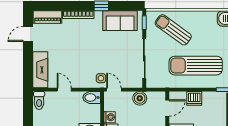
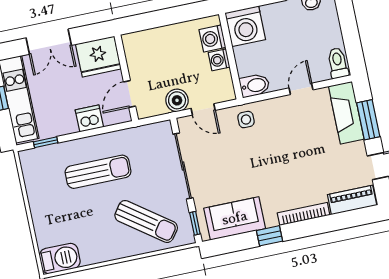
window: (28, 63) -> (368, 120), added
sun lounger: (196, 66) -> (98, 172), width x0.73, depth x0.75
door: (64, 90) -> (301, 89), swing flipped
door: (114, 90) -> (203, 109), moved

